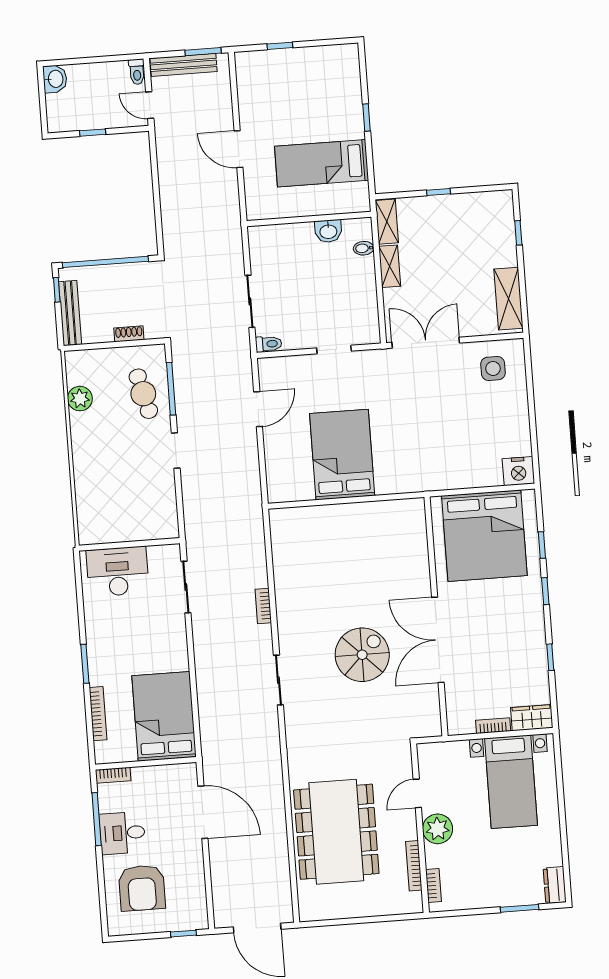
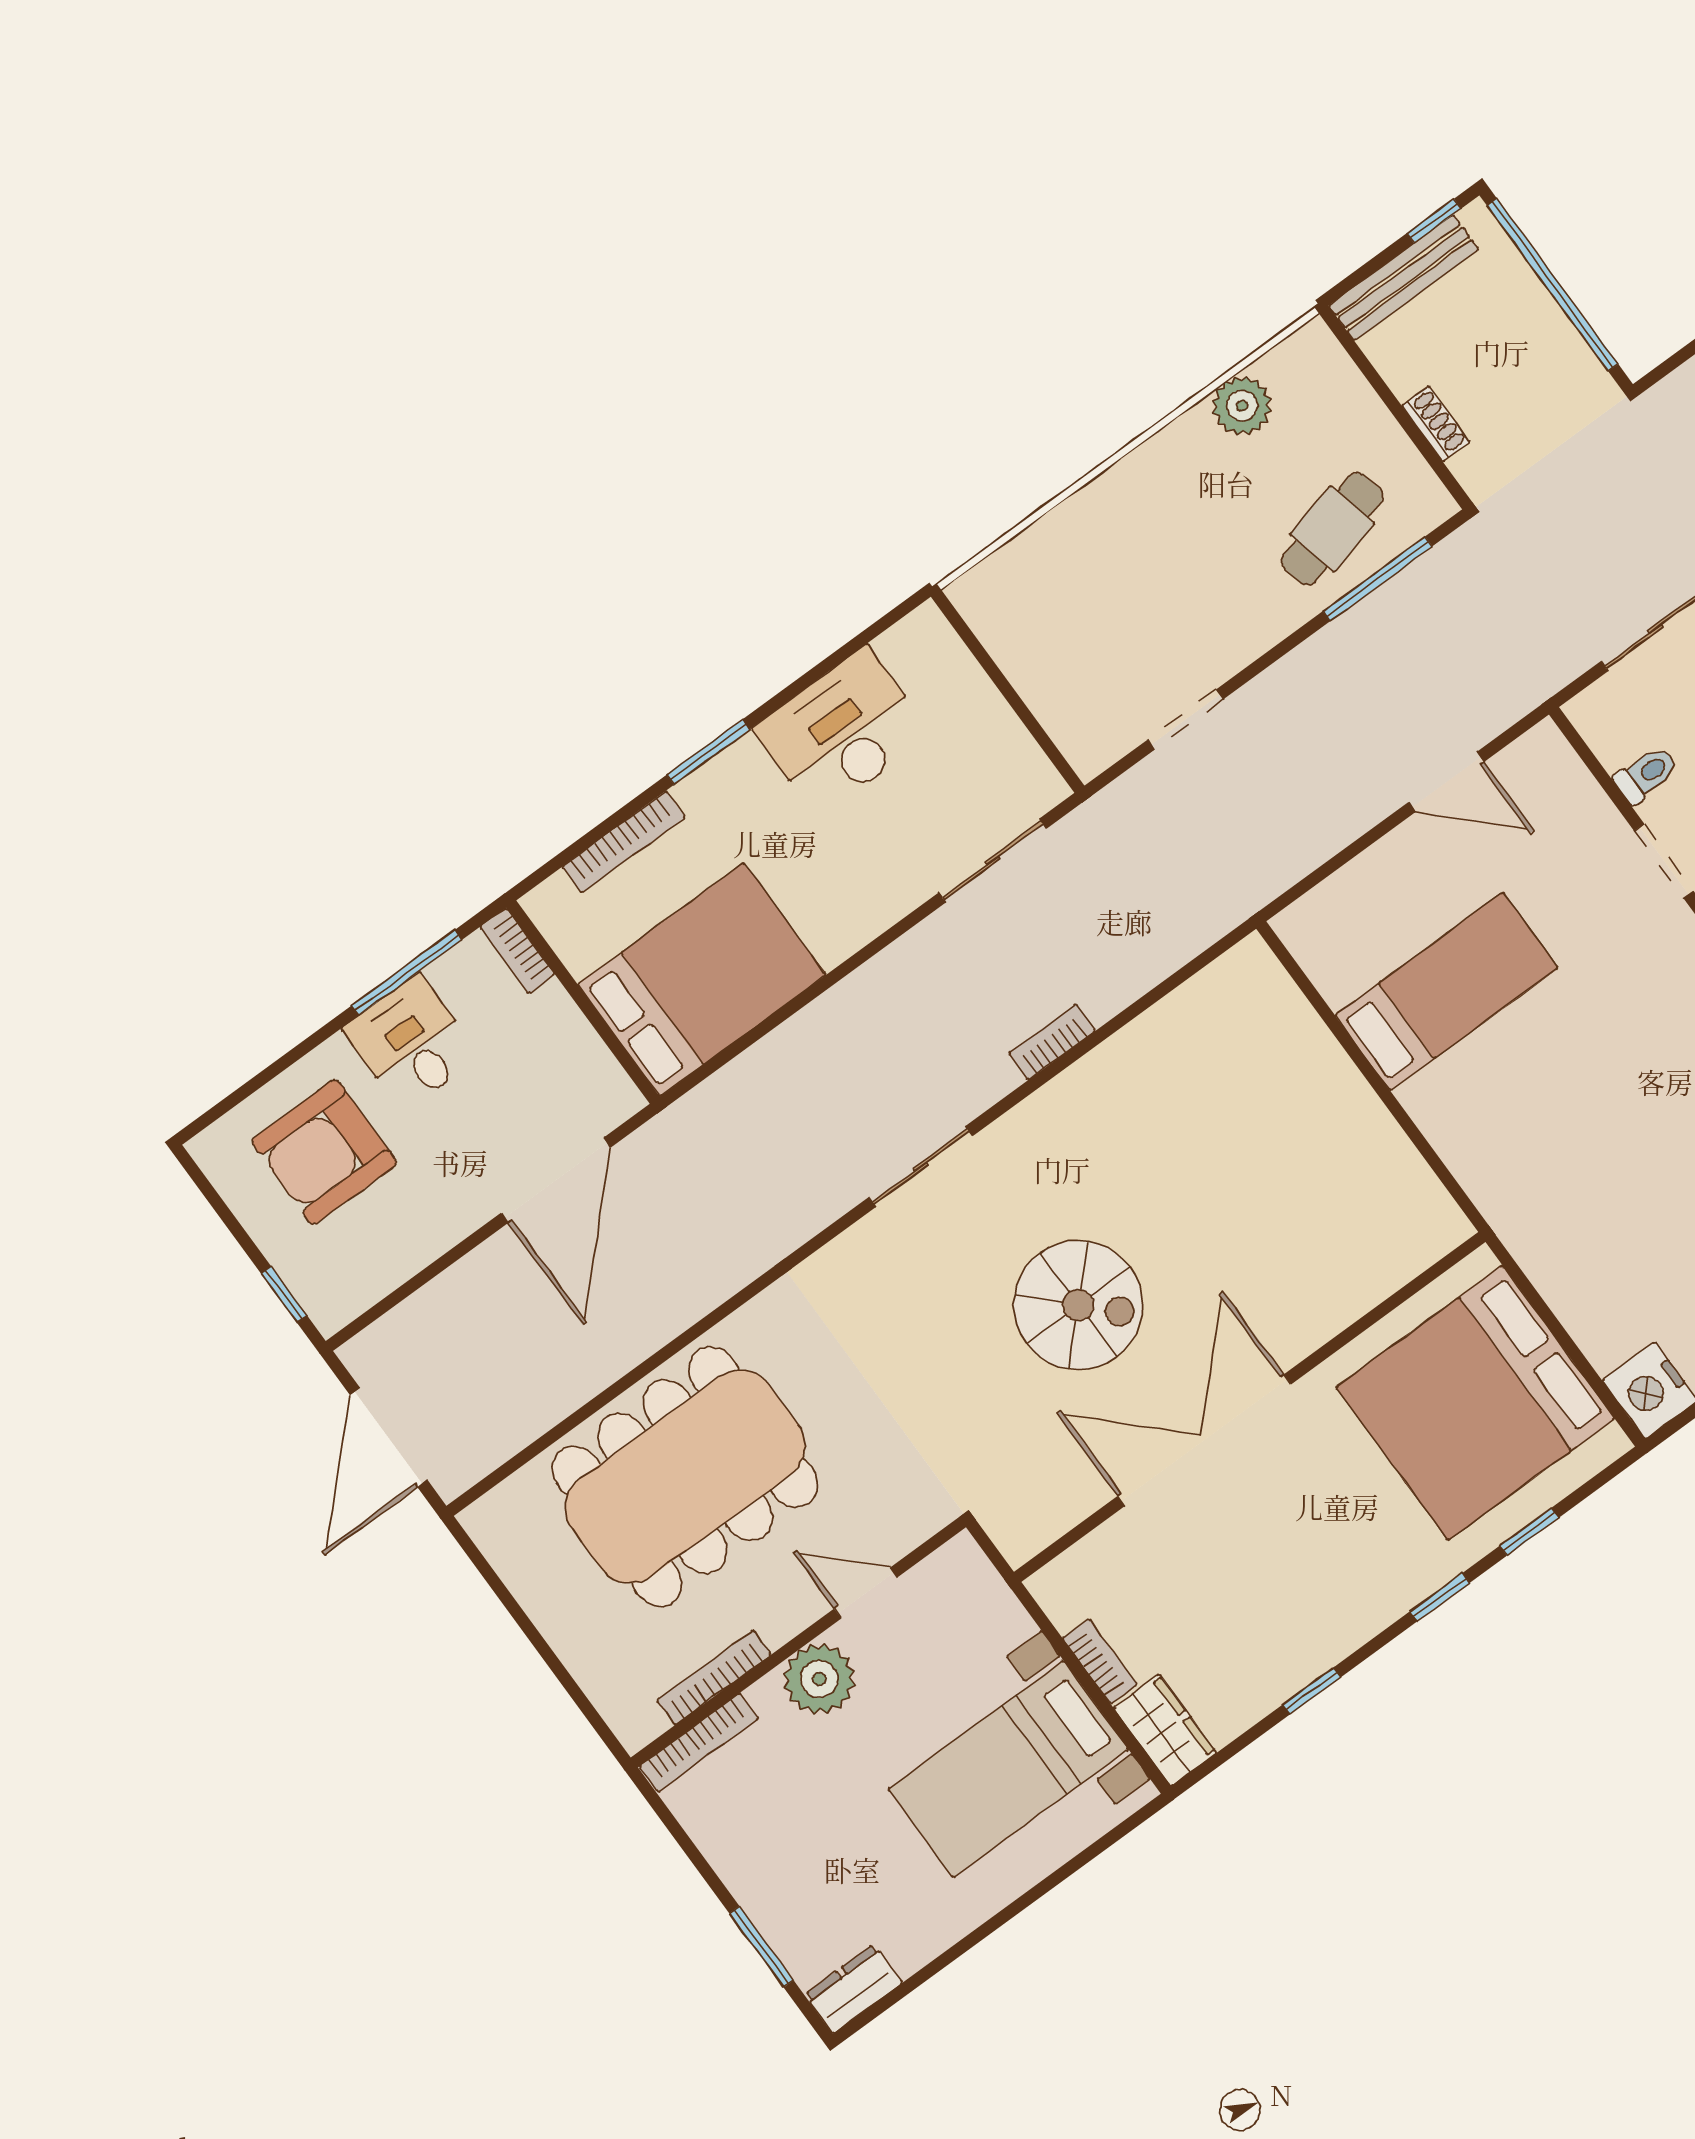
toilet: (269, 344) -> (1646, 774), moved, turned -90
doorway: (176, 451) -> (1186, 719), moved
bed: (342, 455) -> (1446, 992), width x0.67
desk: (118, 572) -> (842, 732), moved, turned -90
bookcase: (433, 885) -> (699, 1743), width x1.56

